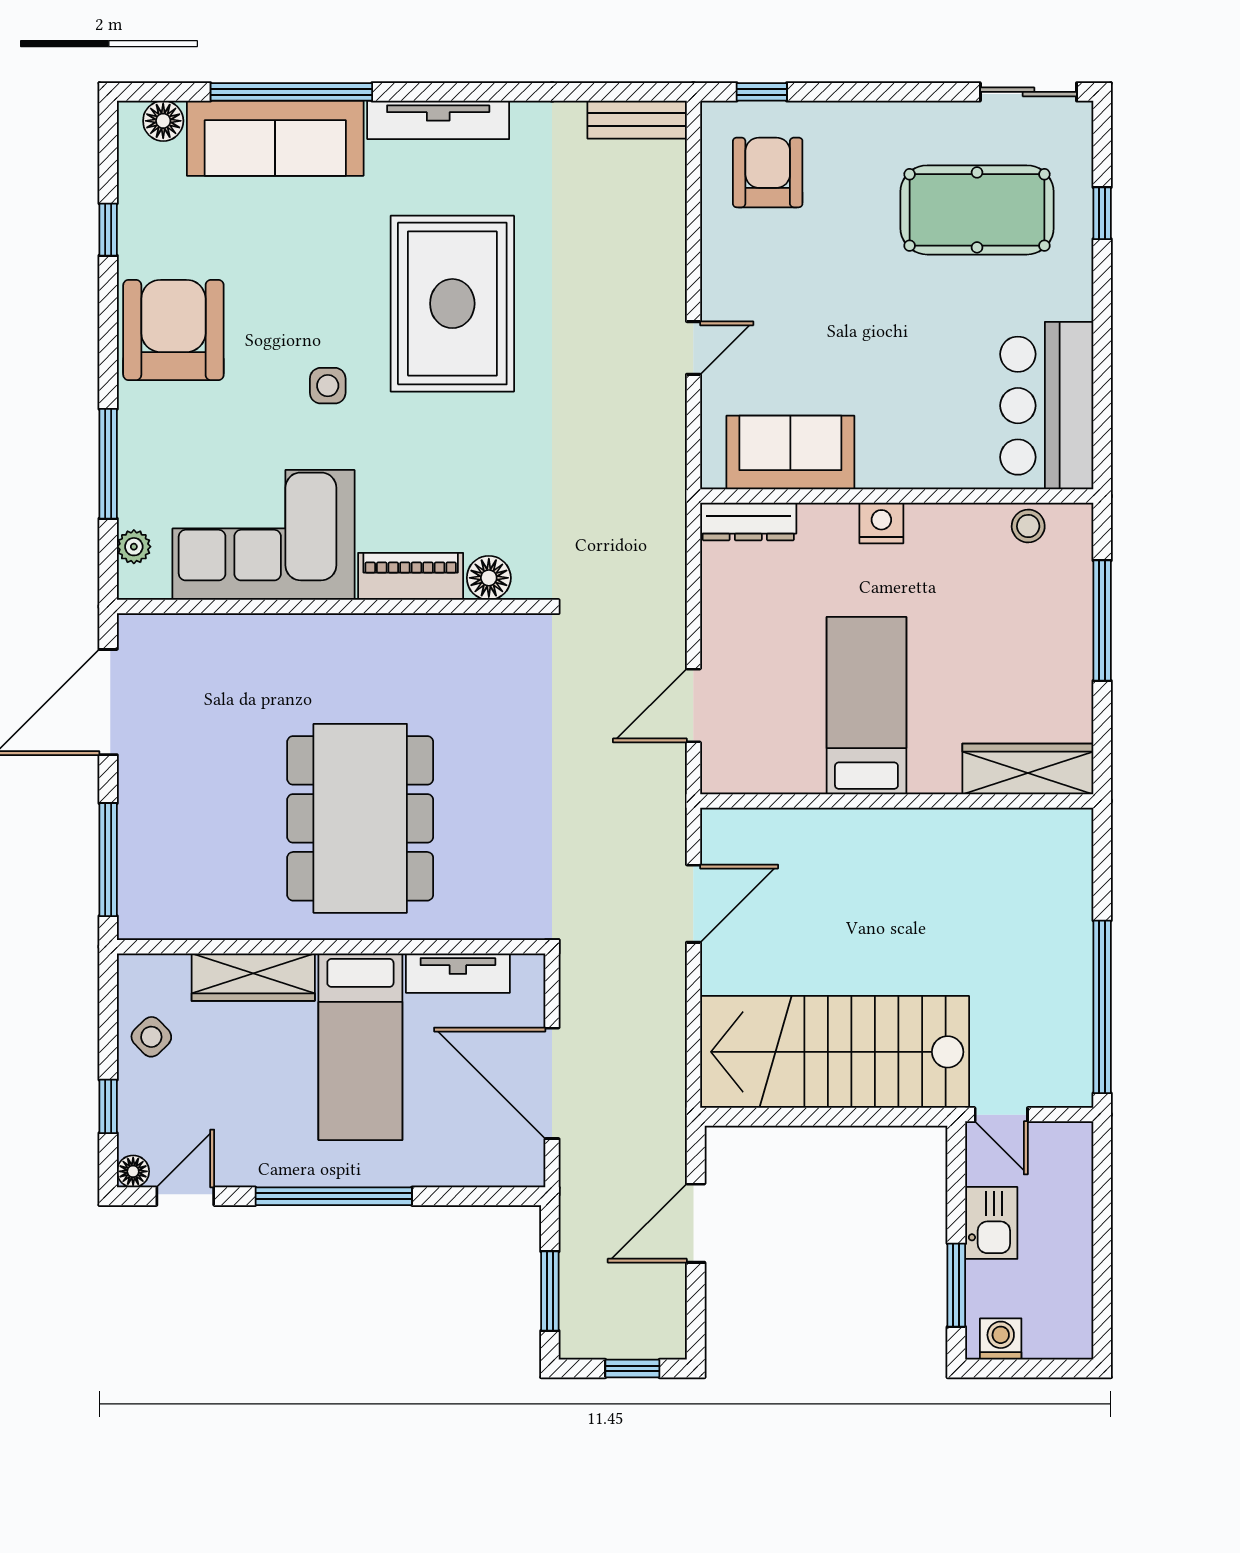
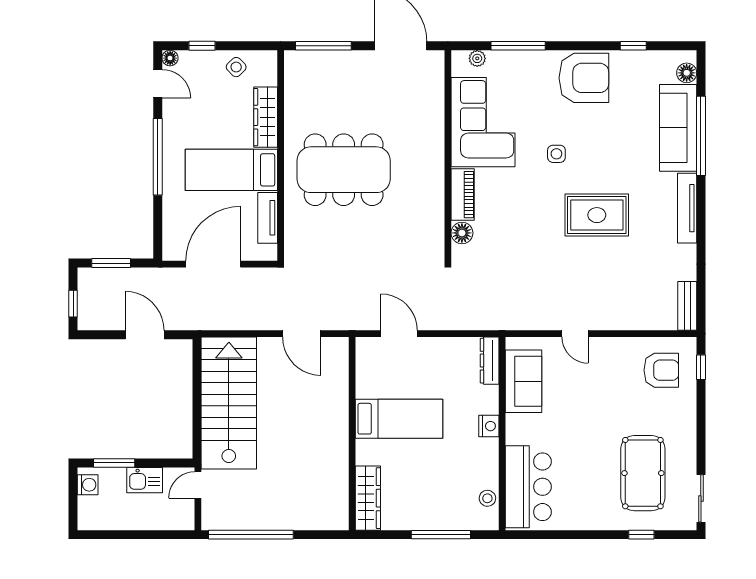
rug: (452, 304) -> (597, 215), width x0.73, depth x0.69
bar counter: (1047, 406) -> (528, 487), moved, turned 90

